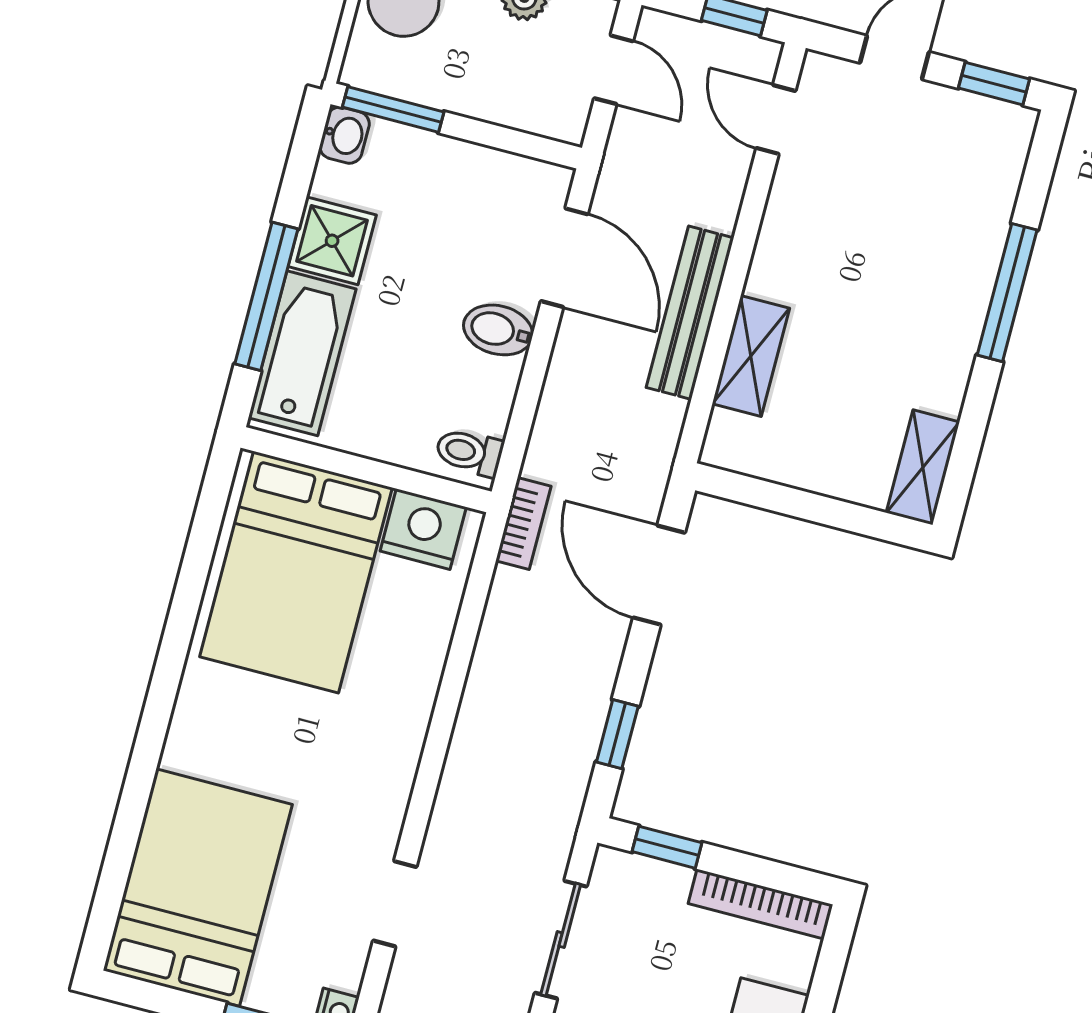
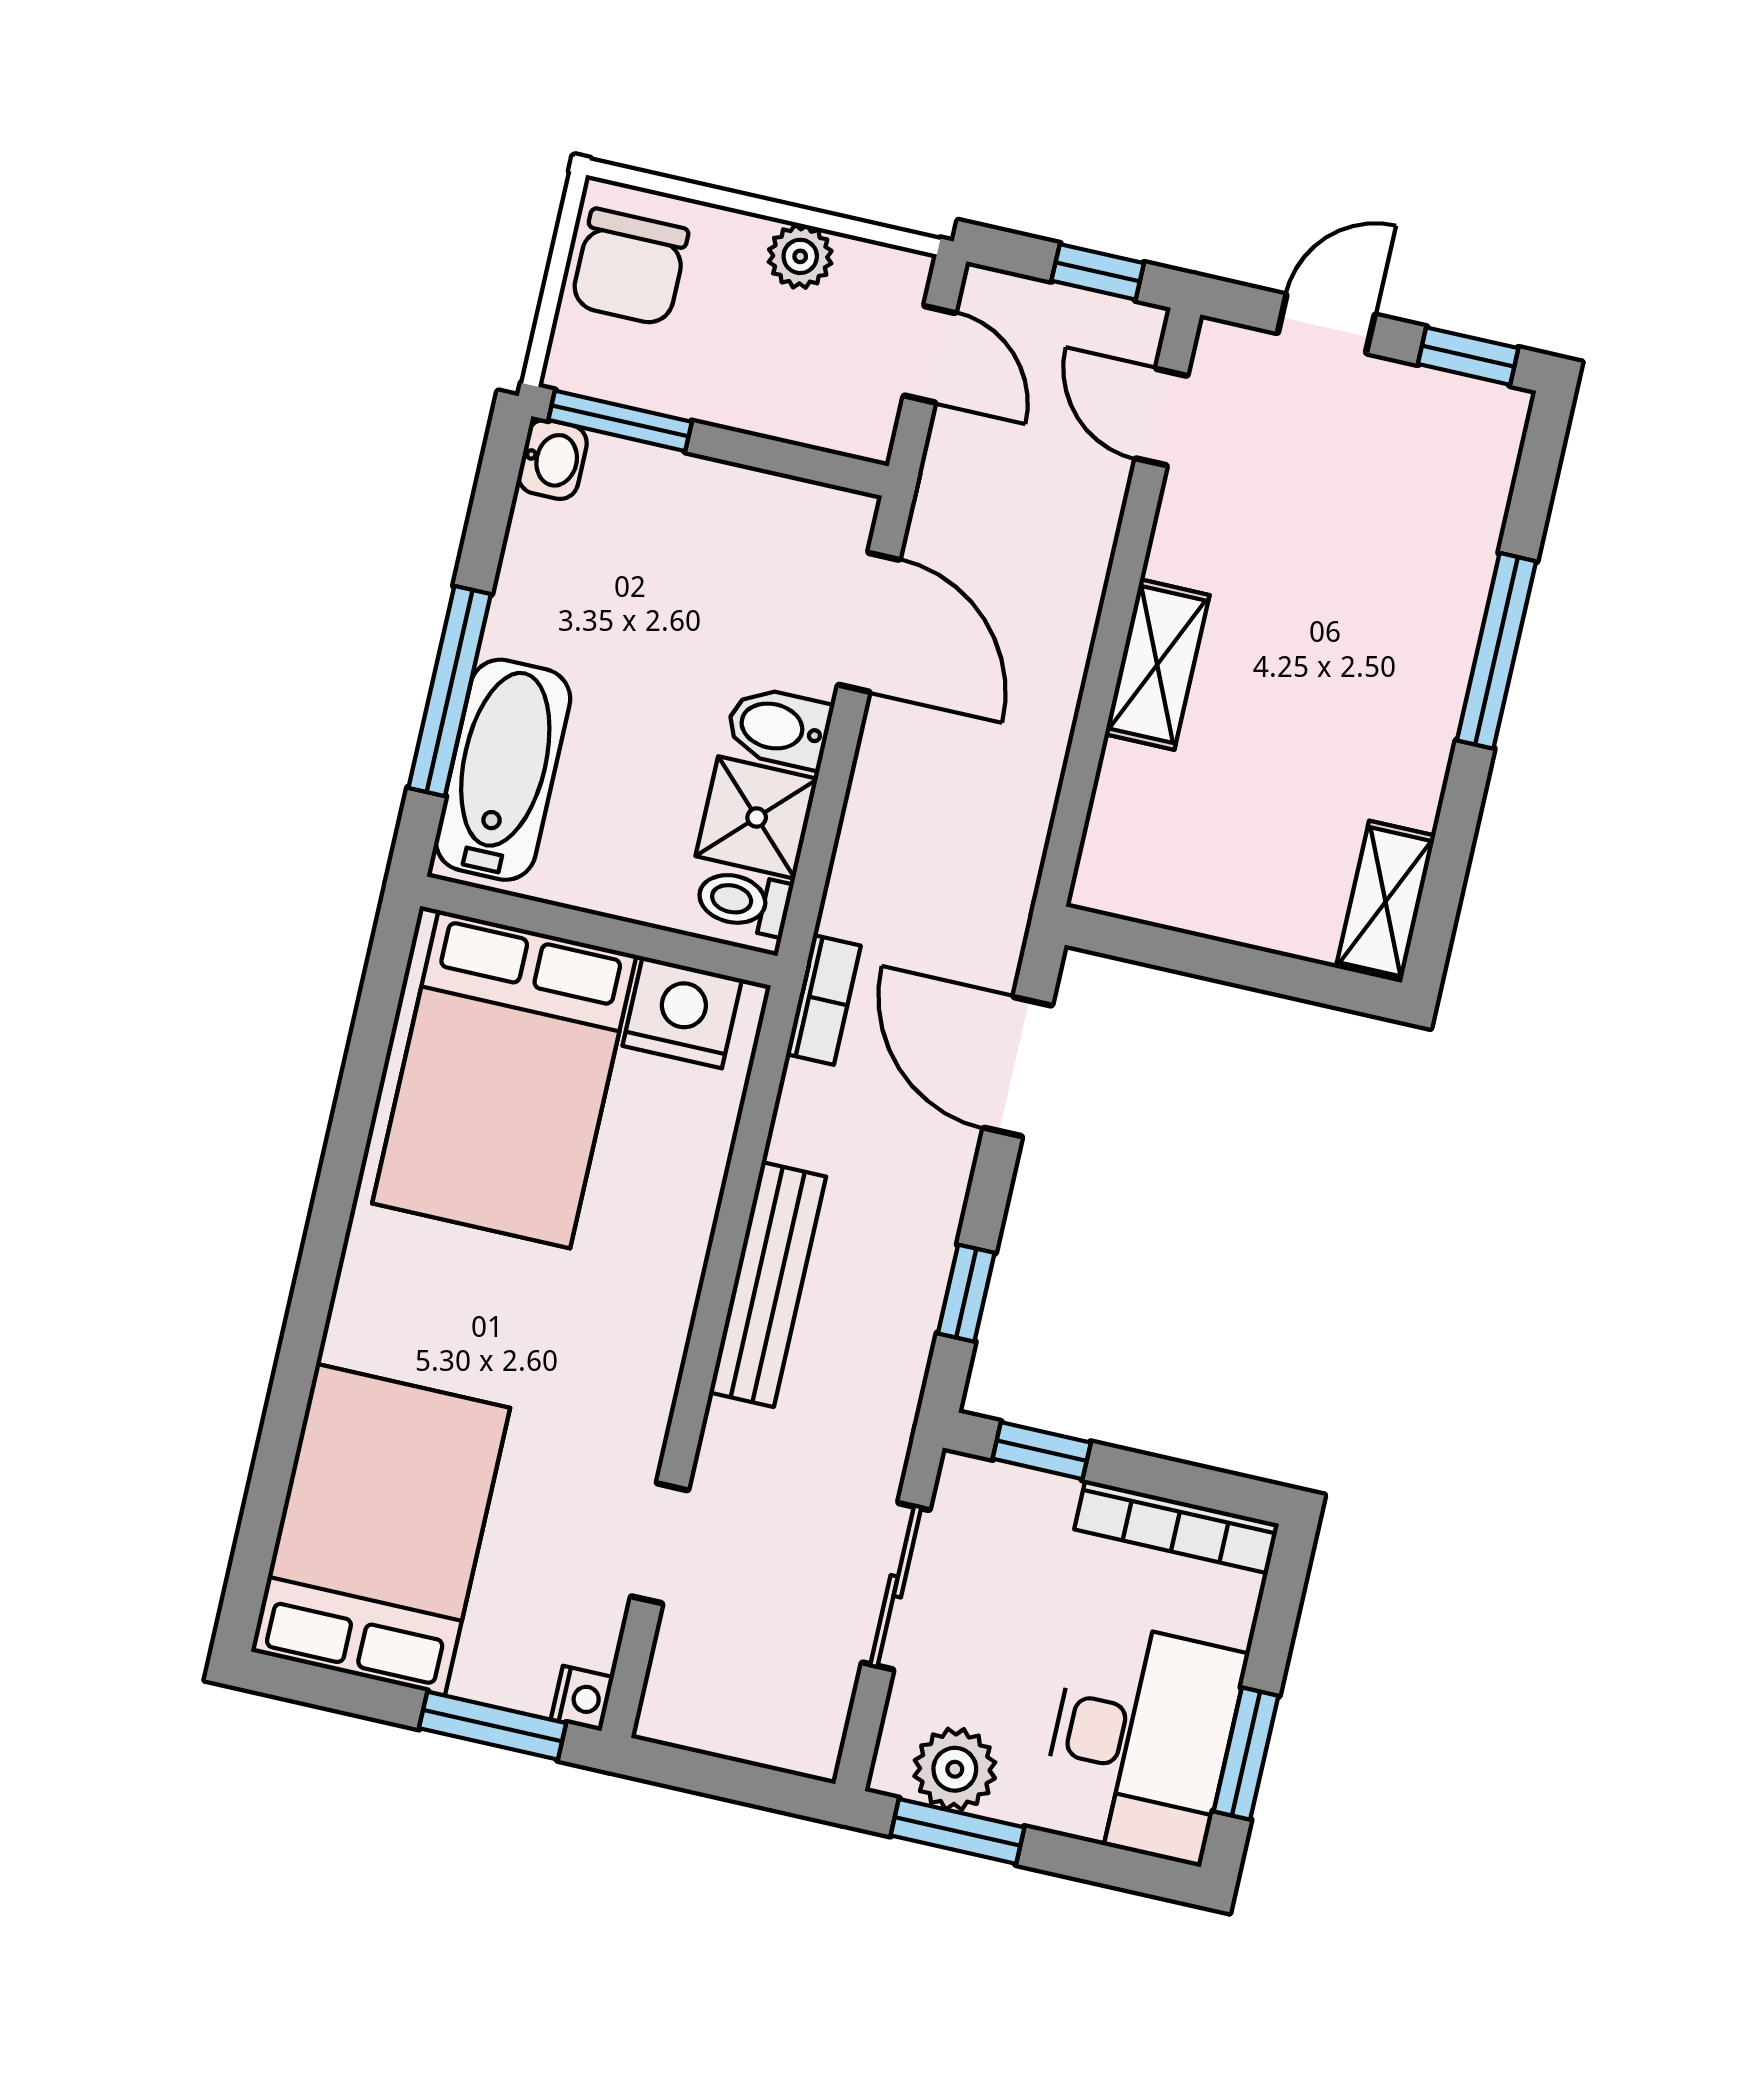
shower: (332, 241) -> (757, 817), moved
bench: (690, 313) -> (768, 1284), moved
shelving: (751, 356) -> (1157, 665), moved

